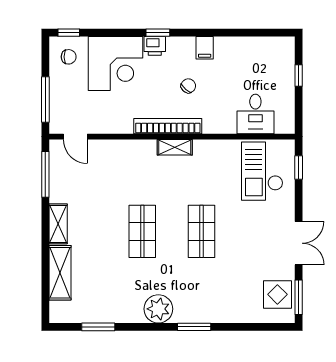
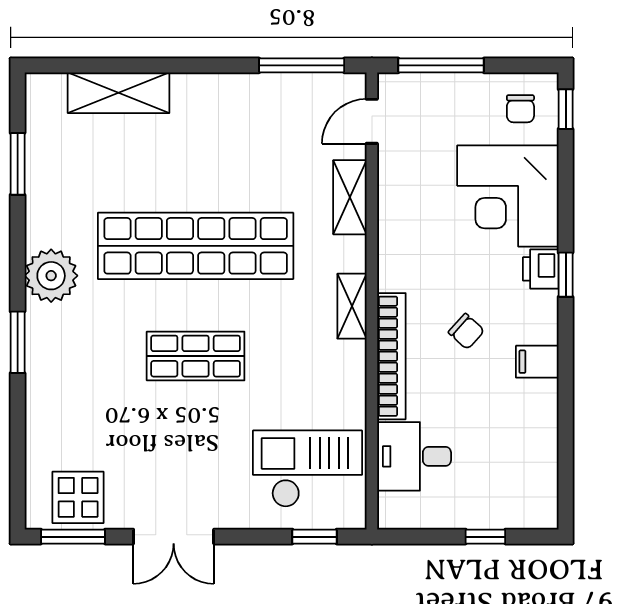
bookcase: (168, 126) -> (391, 356), moved
shelving: (58, 224) -> (350, 197), moved, turned 90
shop shelf: (142, 231) -> (196, 246), width x2.00, depth x1.36

